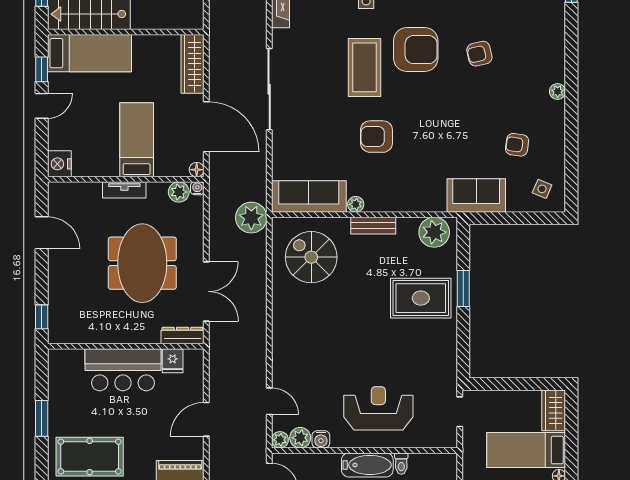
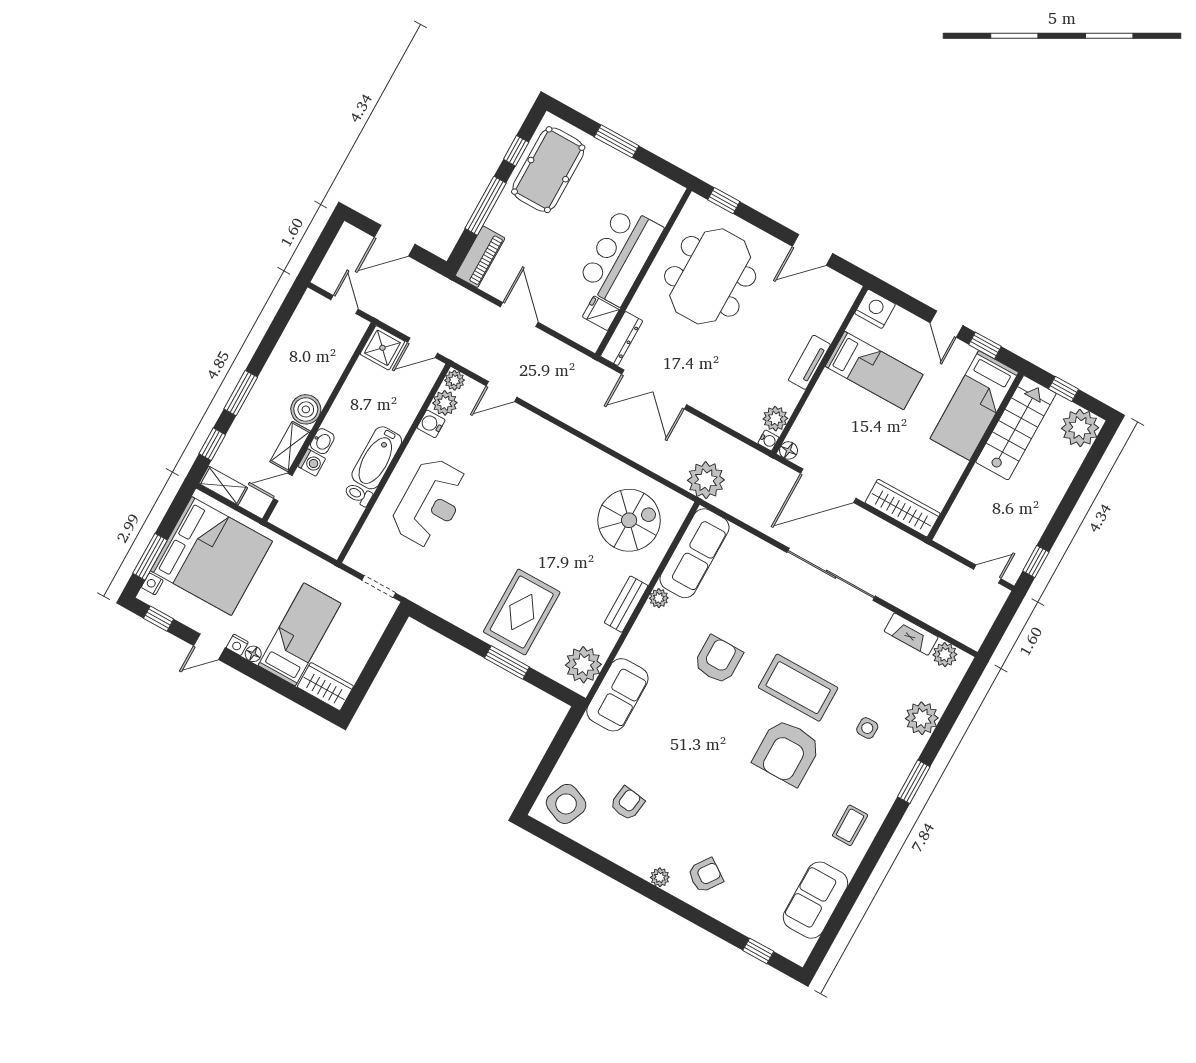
armchair: (479, 54) -> (705, 875), moved, turned 48
bed: (137, 140) -> (874, 371), moved
side table: (542, 189) -> (566, 804), width x1.87, depth x1.87
sofa: (476, 195) -> (617, 695), moved
meeting table: (142, 263) -> (710, 276), moved, turned 90

